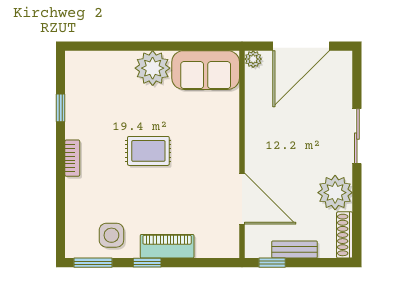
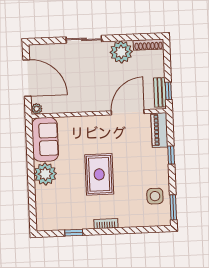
rug: (148, 151) -> (99, 174), width x1.36, depth x1.43
piano: (167, 246) -> (159, 130), moved
bench: (294, 249) -> (160, 92), moved
window: (147, 263) -> (171, 155), moved

